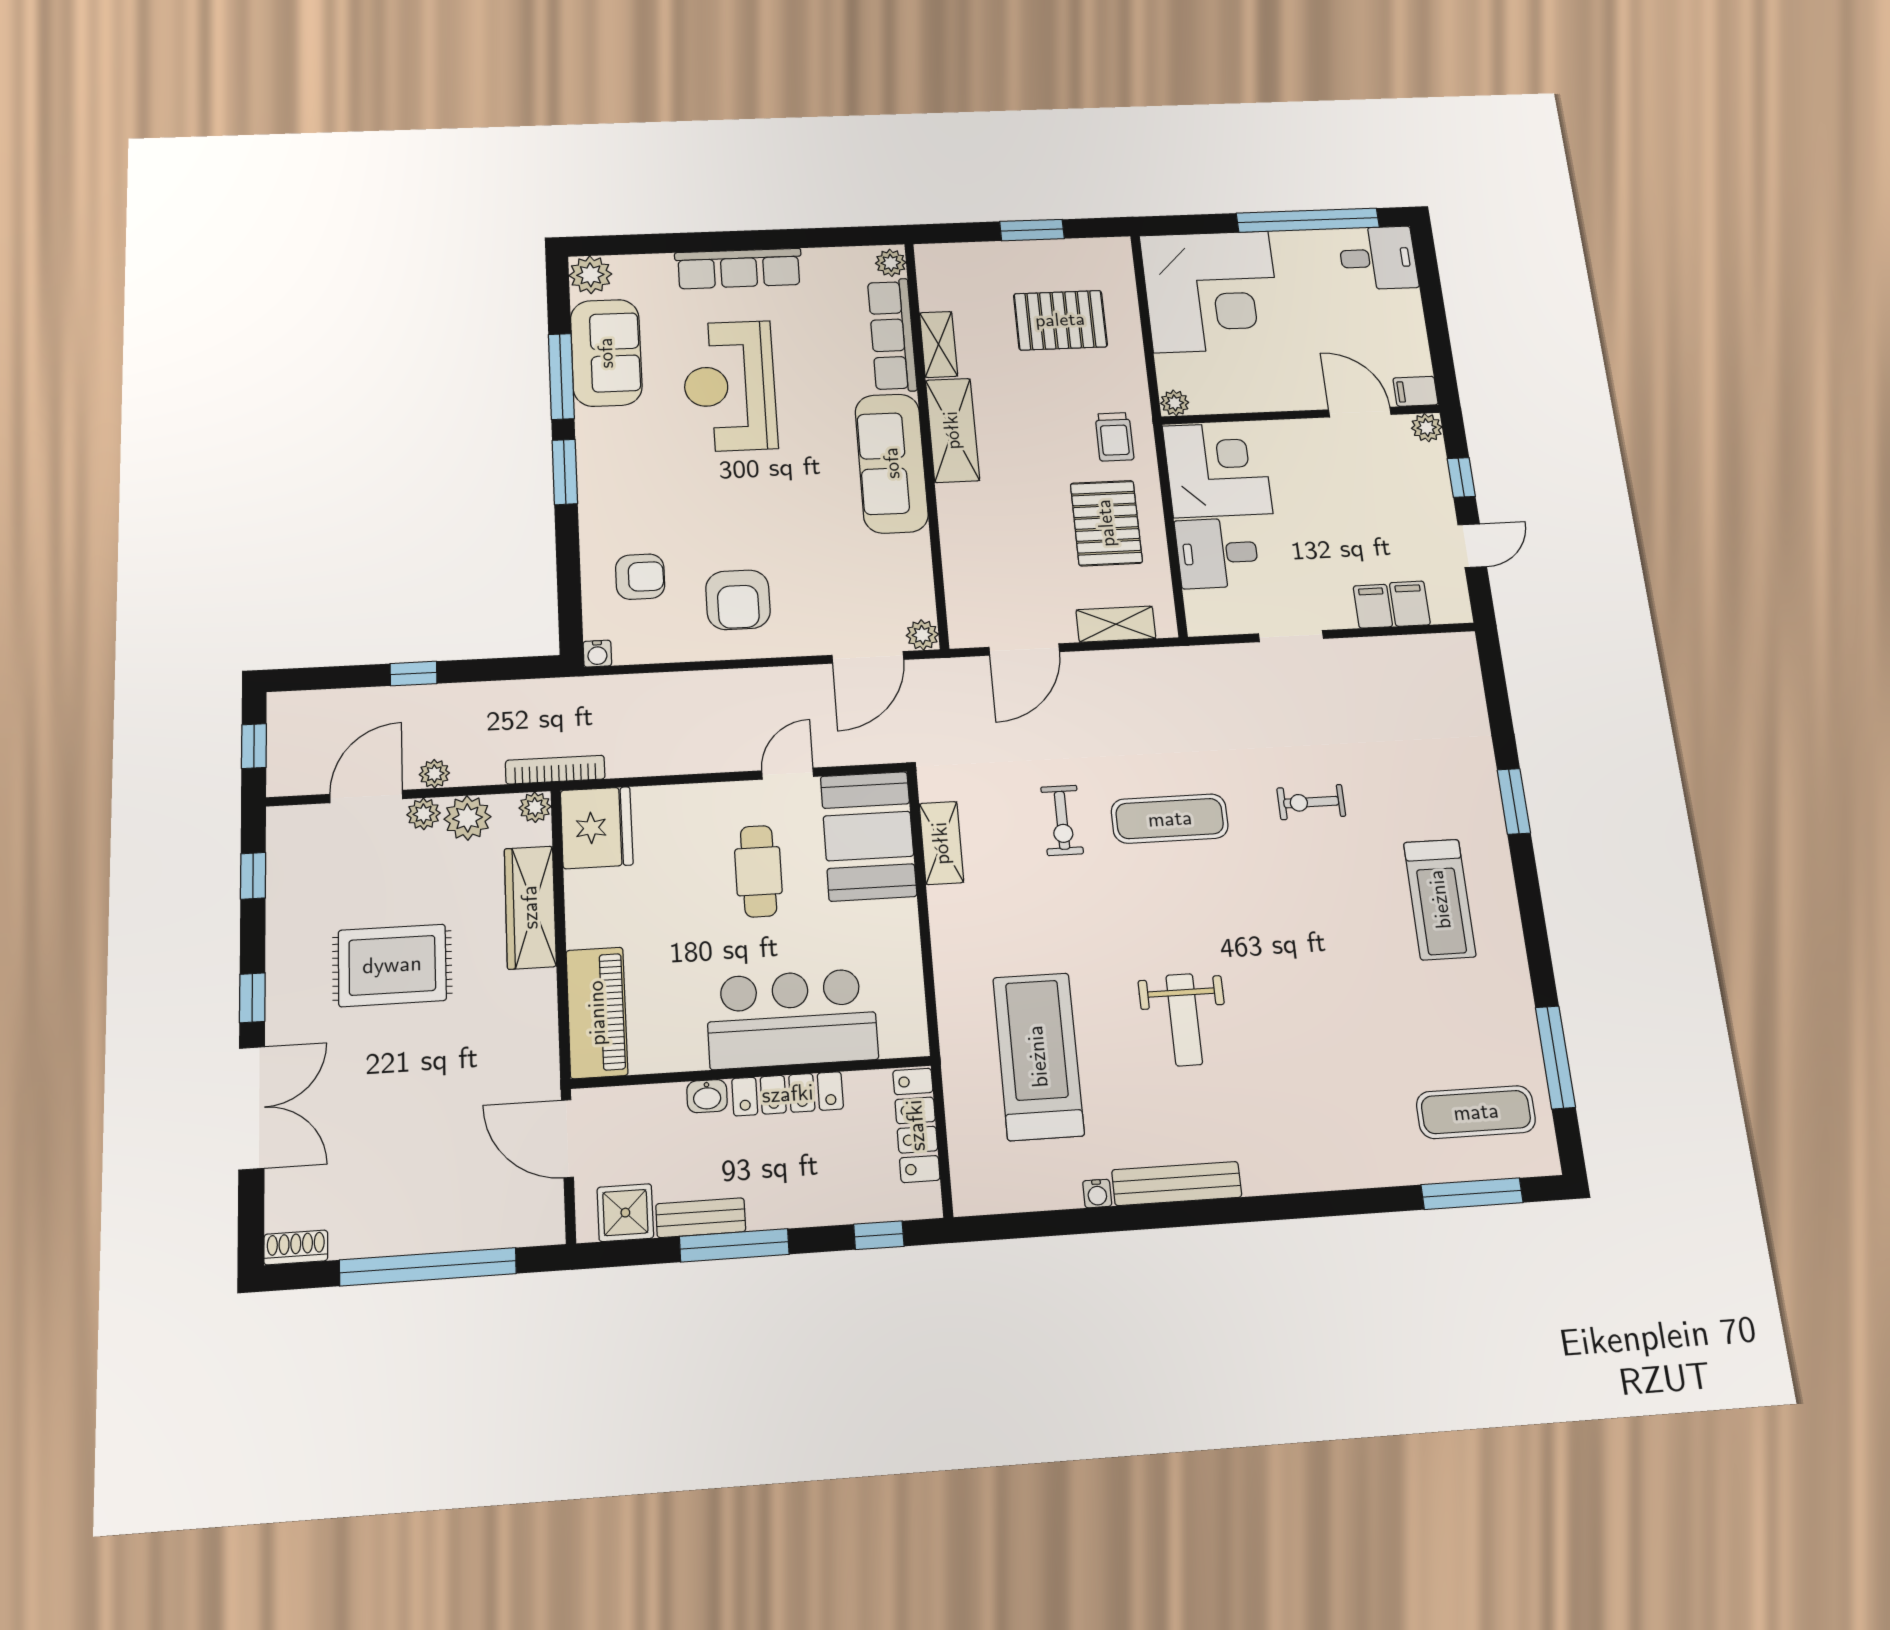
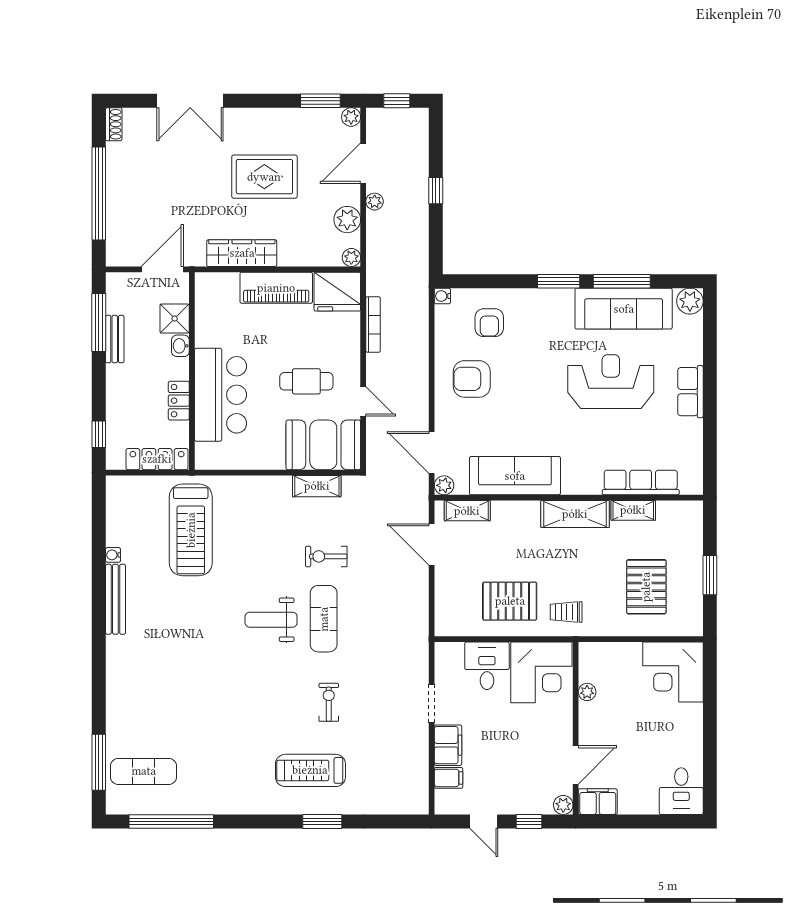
window: (1308, 220) -> (710, 750), removed
plant: (891, 263) -> (691, 485), removed
row of seats: (739, 269) -> (690, 392), width x0.68
corner desk: (1211, 292) -> (673, 672), width x0.74, depth x0.74
sofa: (606, 353) -> (624, 309), width x1.36
filing cabinet: (1416, 391) -> (598, 802), width x2.00
plant: (1175, 403) -> (587, 692), moved
sofa: (892, 463) -> (515, 476), moved
filing cabinet: (1373, 606) -> (448, 745), width x2.00
shelving: (1116, 624) -> (467, 511), moved, turned 90
bookcase: (555, 770) -> (373, 325), moved
door: (366, 796) -> (363, 163), swing flipped
plant: (424, 814) -> (351, 117), moved
window: (253, 876) -> (320, 101), width x1.50
treadmill: (1440, 899) -> (310, 770), moved
wardrobe: (530, 907) -> (242, 253), moved
rug: (392, 965) -> (264, 177), turned 90
window: (252, 998) -> (251, 101), removed
piano: (597, 1013) -> (276, 288), moved
weight bench: (1184, 1020) -> (271, 620), moved
treadmill: (1038, 1056) -> (191, 530), turned 90
window: (1555, 1057) -> (171, 821), width x1.46
locker: (788, 1094) -> (179, 401), width x0.66
exercise mat: (1476, 1112) -> (144, 771), turned 90
shower: (625, 1213) -> (175, 319), moved
window: (734, 1245) -> (99, 322), moved

